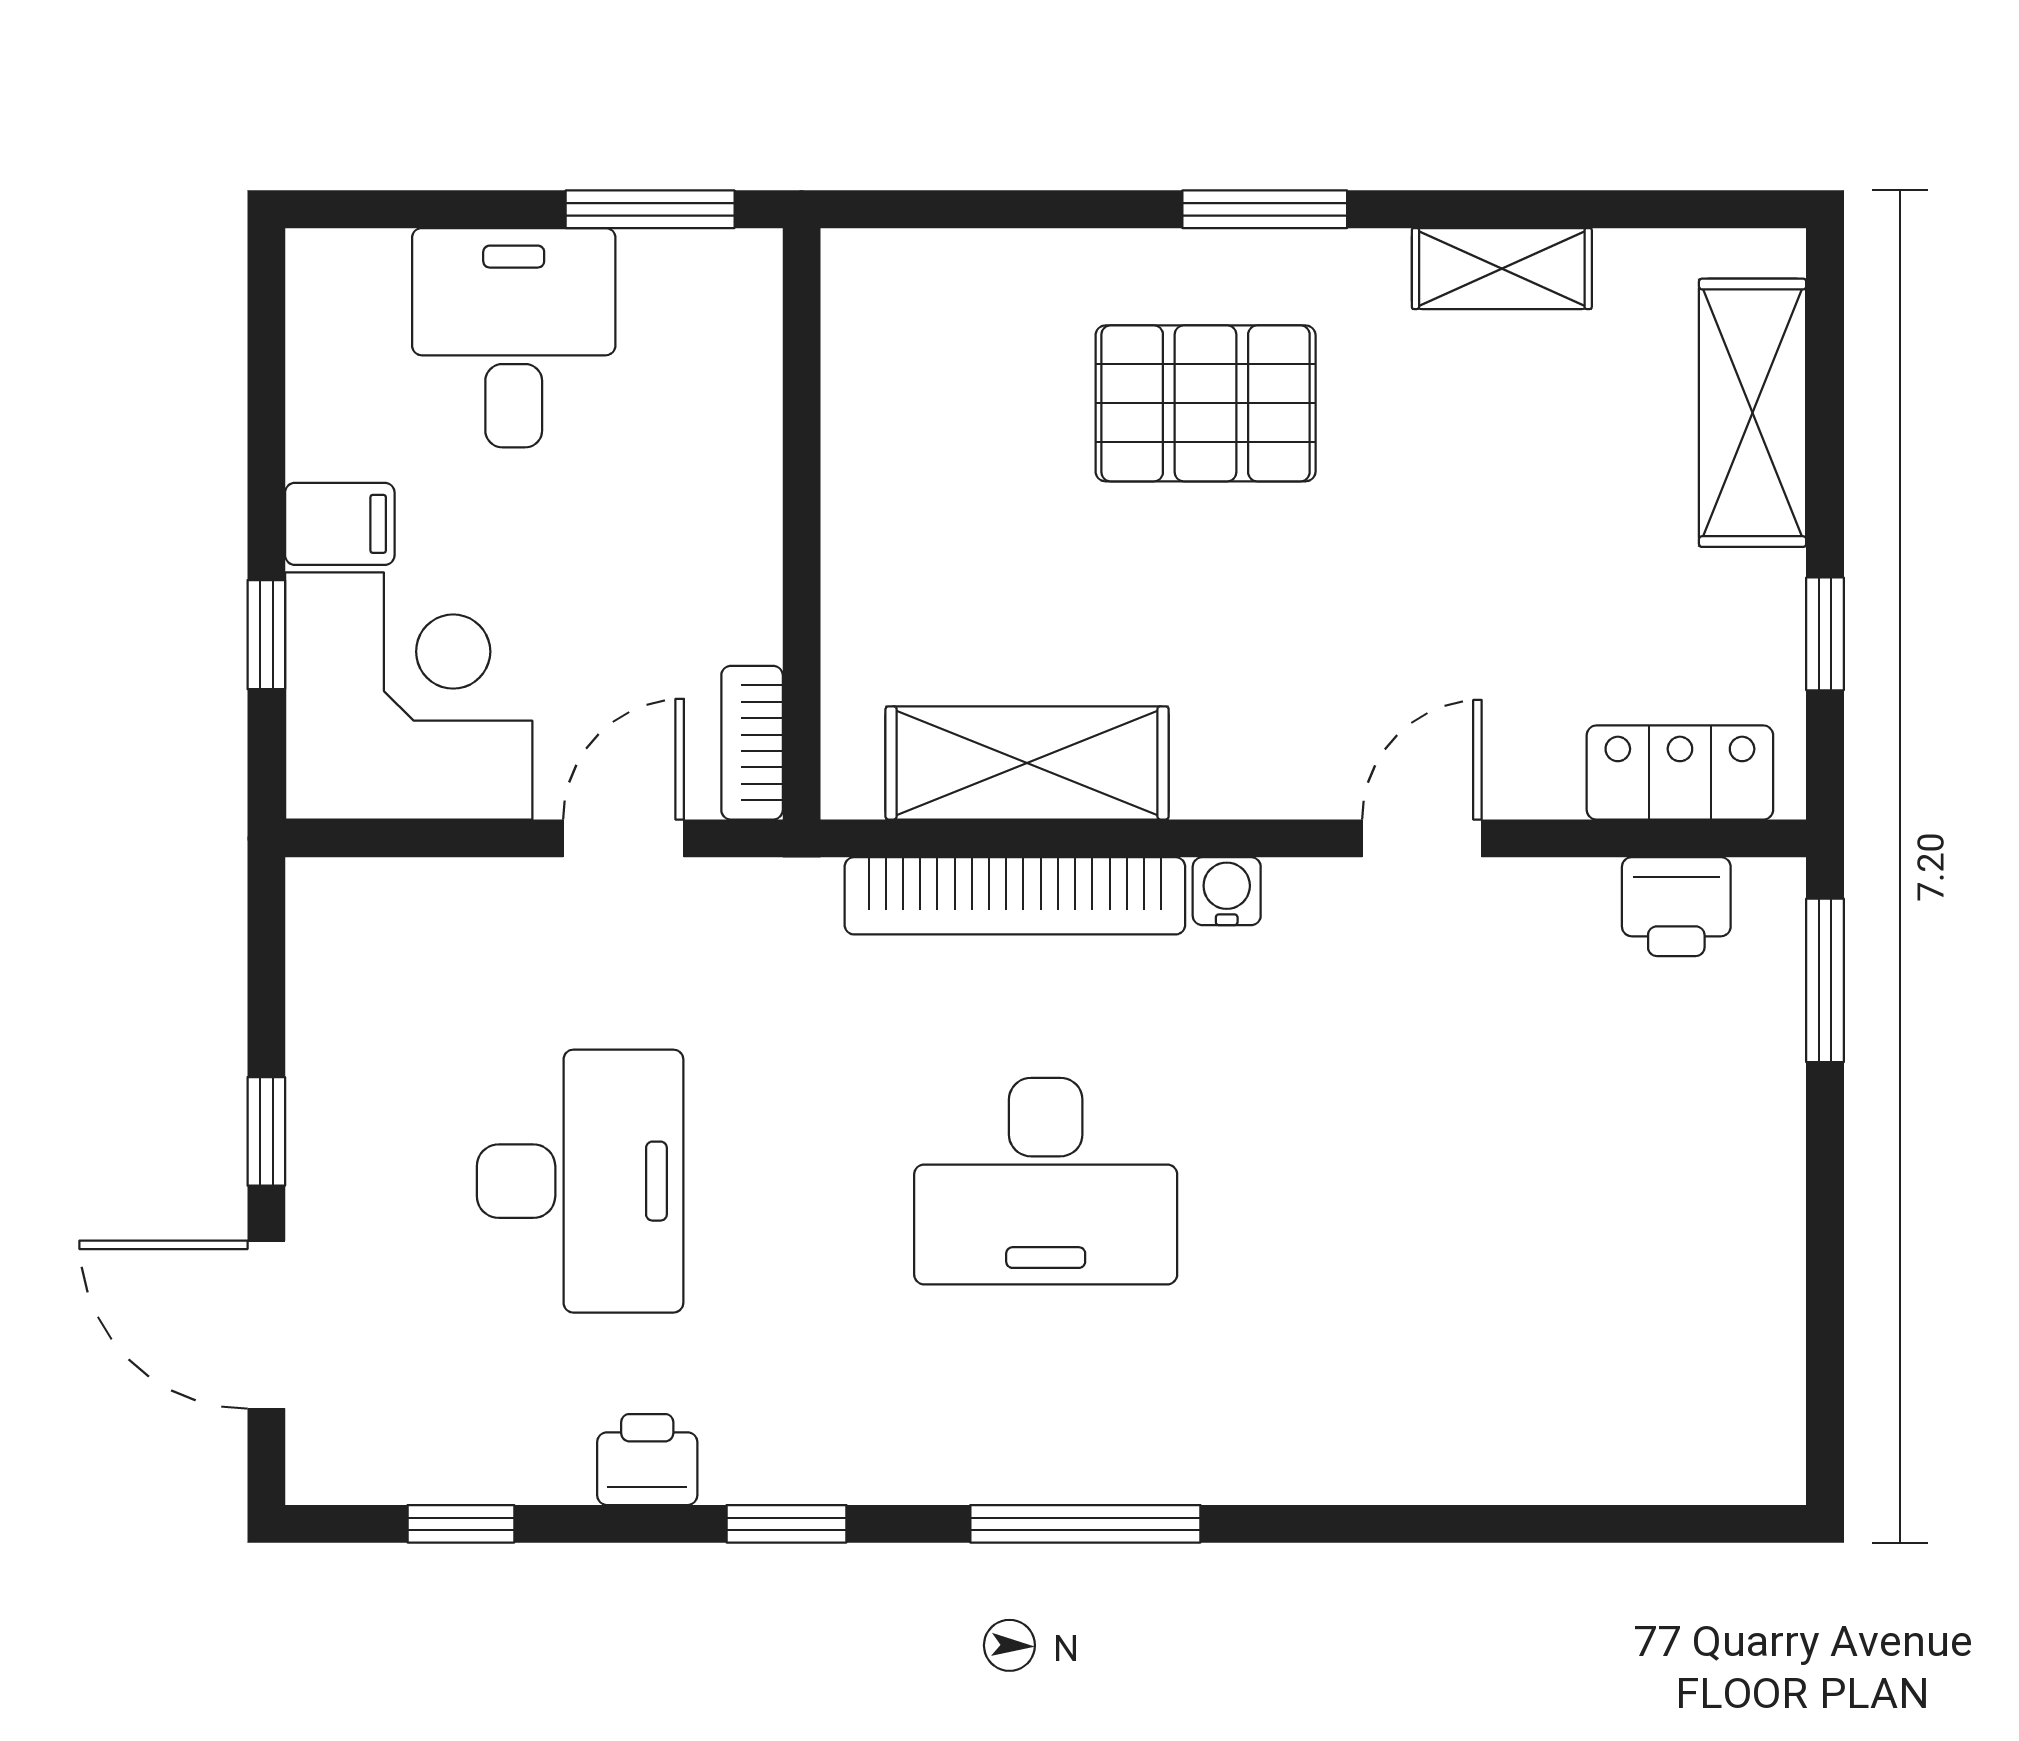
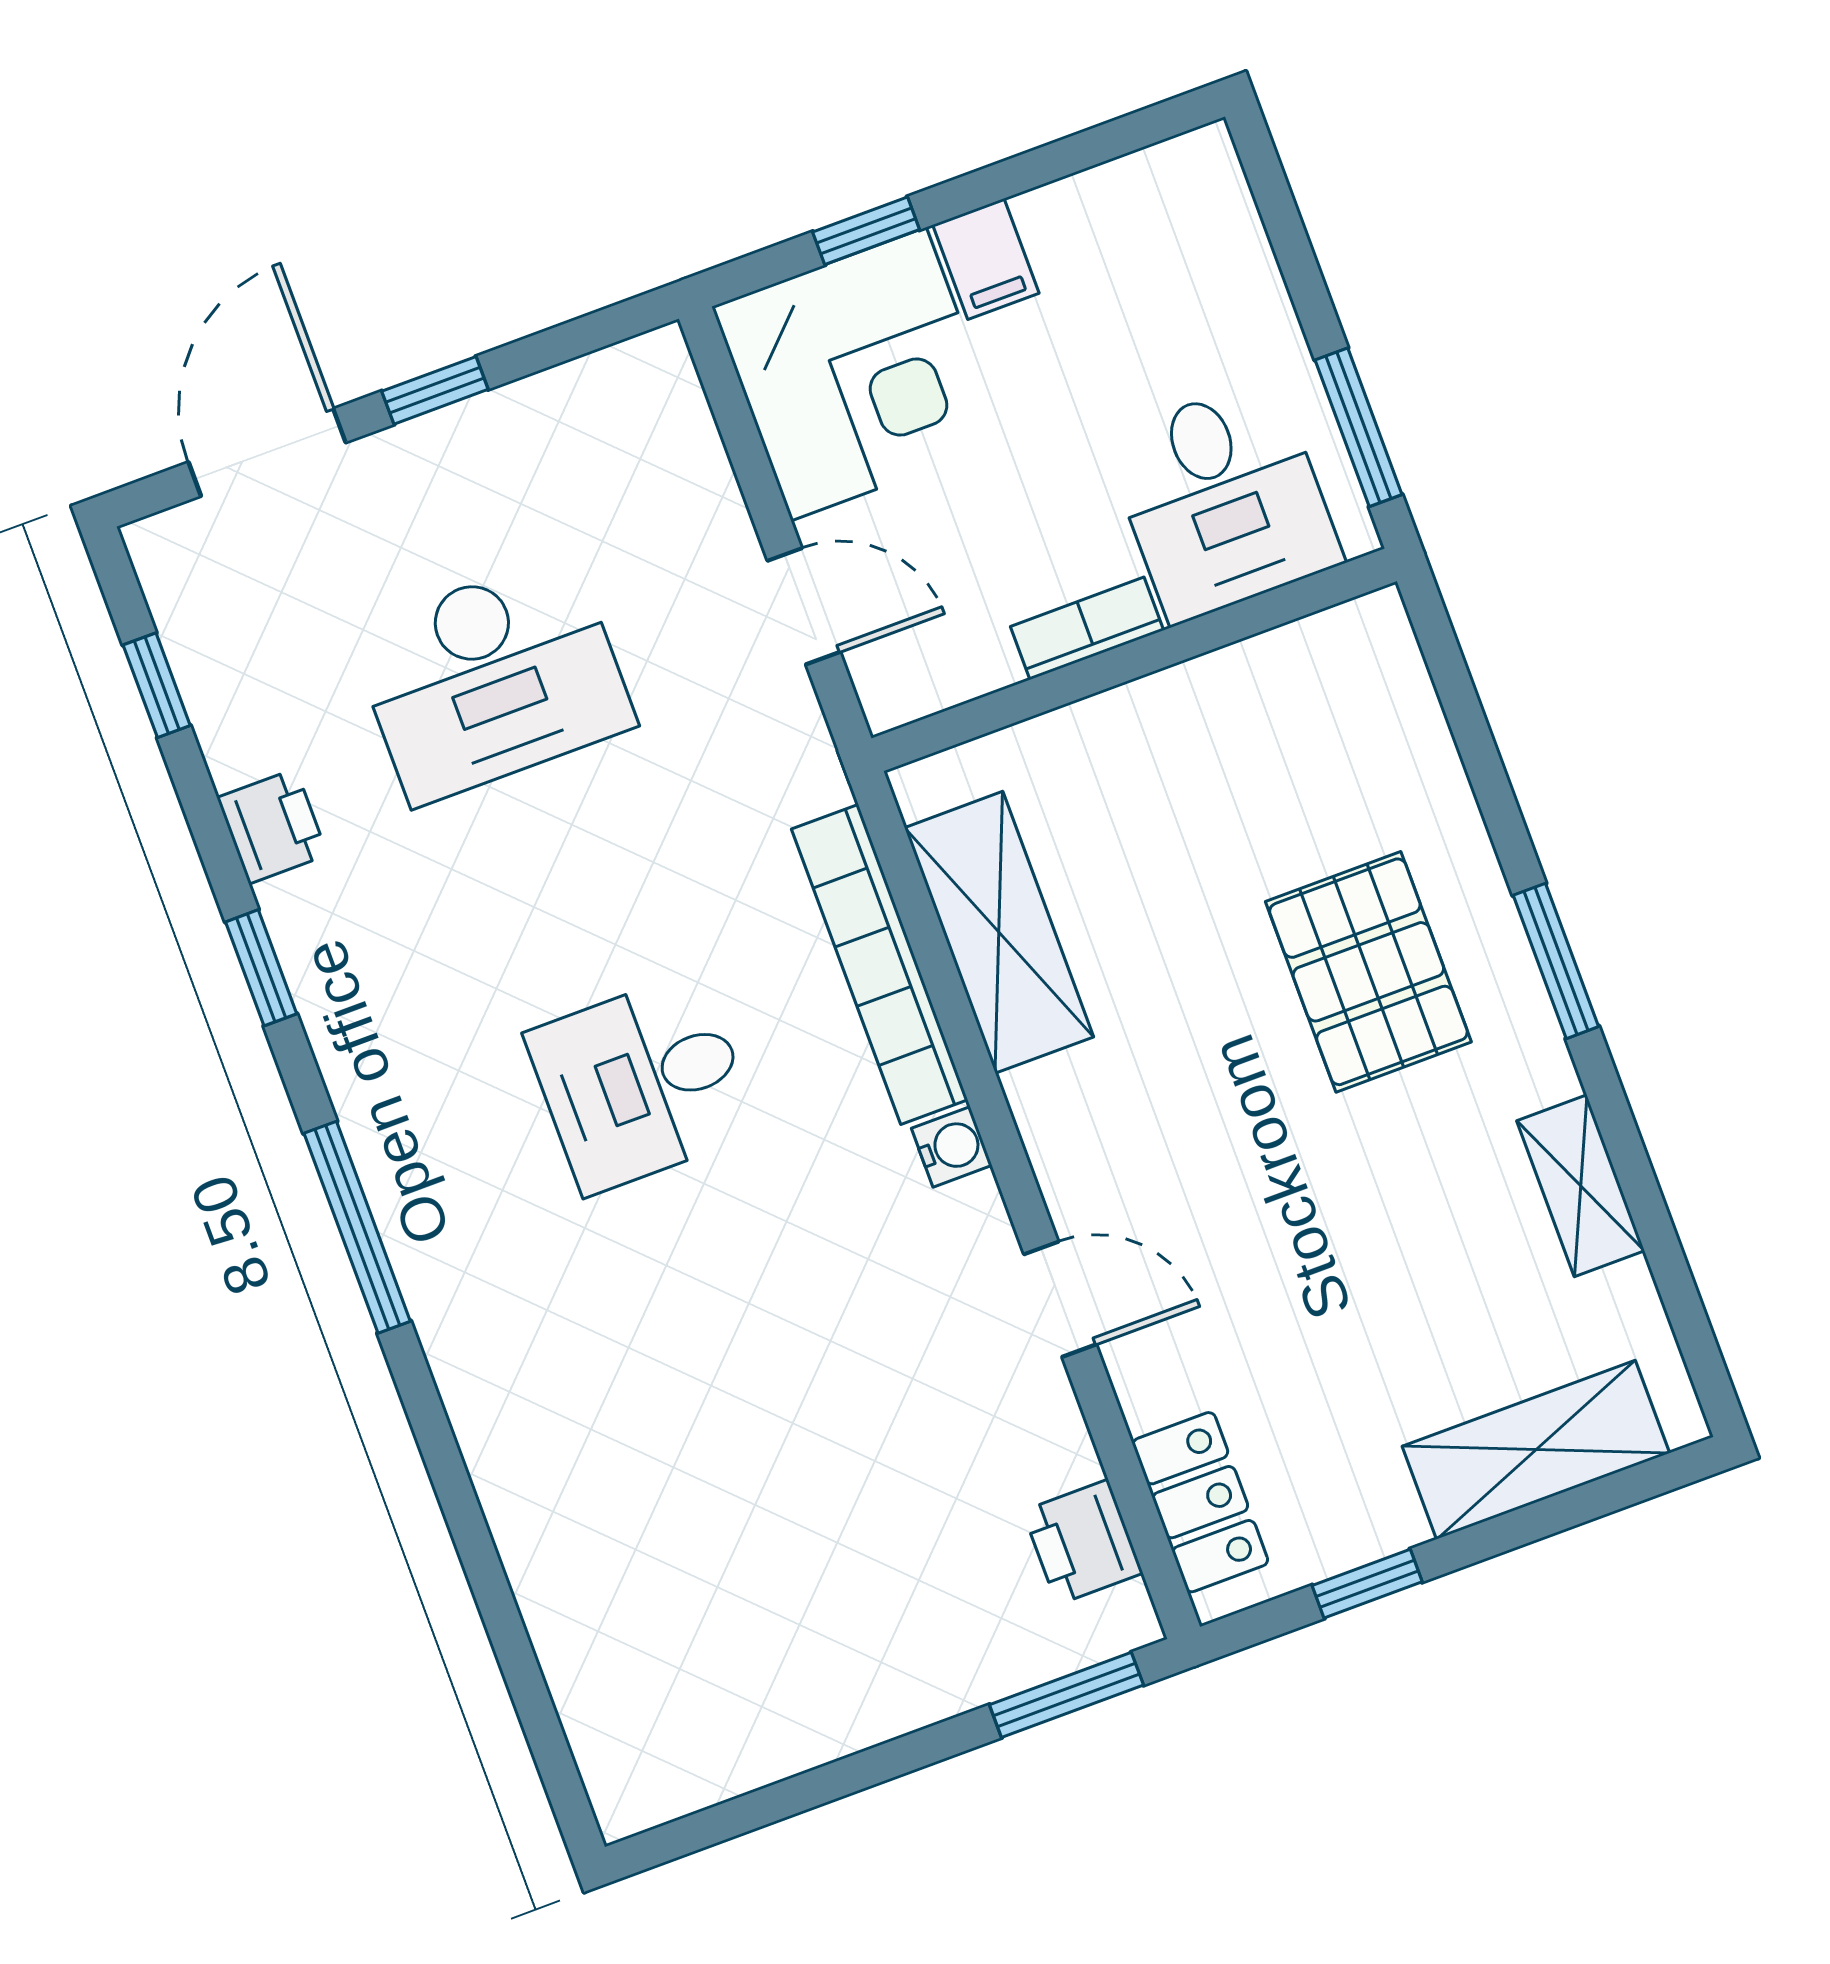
desk: (514, 338) -> (1223, 500), moved, turned 90
bookcase: (752, 743) -> (1087, 628), moved
desk: (1046, 1181) -> (642, 1083), width x0.73

